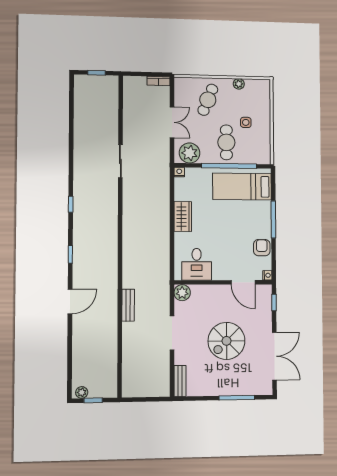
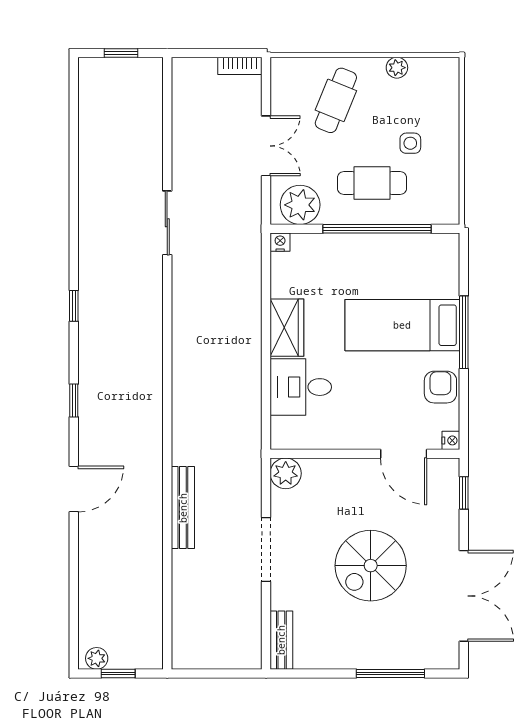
cafe table: (226, 142) -> (372, 183), turned 90
bed: (242, 187) -> (402, 325), moved
desk: (197, 264) -> (301, 387), moved, turned 90
bench: (128, 305) -> (183, 508), width x1.36

